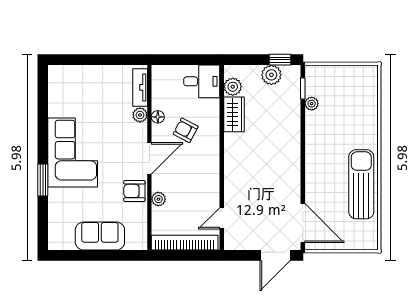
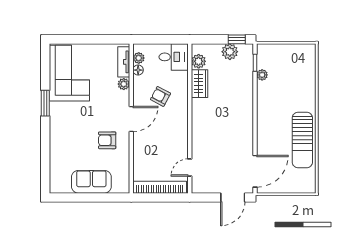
floor lamp: (158, 117) -> (138, 70), moved
corner sofa: (73, 152) -> (69, 73), moved
window: (43, 180) -> (45, 103), moved
sun lounger: (361, 184) -> (302, 140), turned 180
armchair: (134, 191) -> (107, 140), moved
plant: (158, 199) -> (139, 58), moved
door: (303, 223) -> (255, 171), hinge flipped

